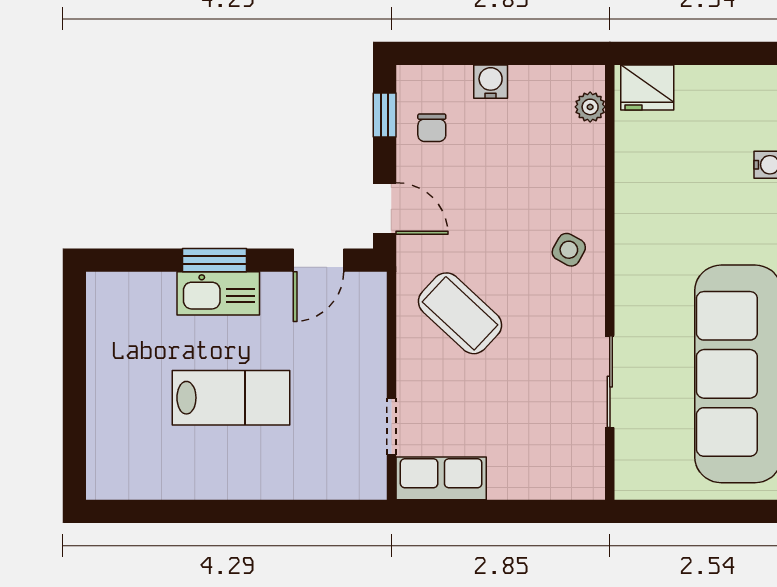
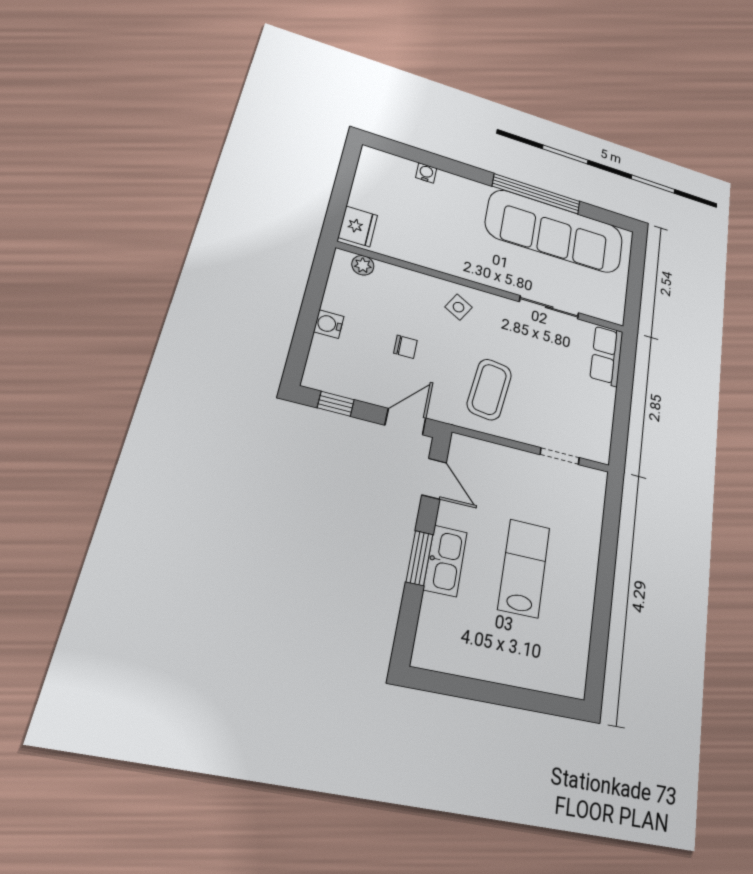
chair: (432, 128) -> (405, 347), moved
coffee table: (460, 313) -> (489, 389), turned -36
row of seats: (441, 478) -> (606, 355), moved

